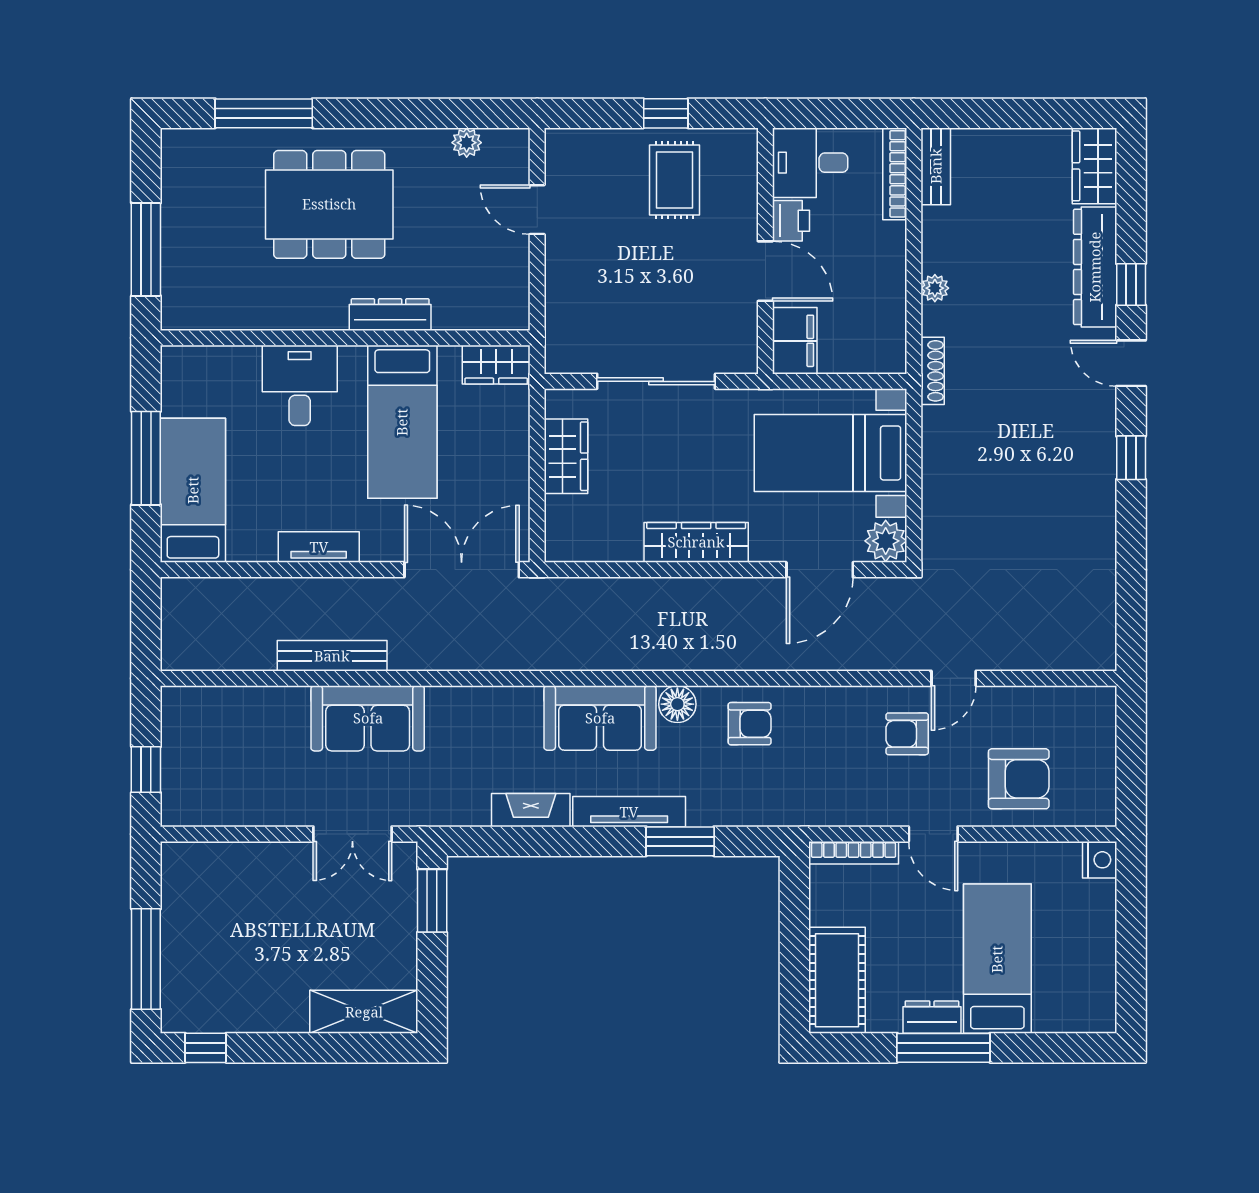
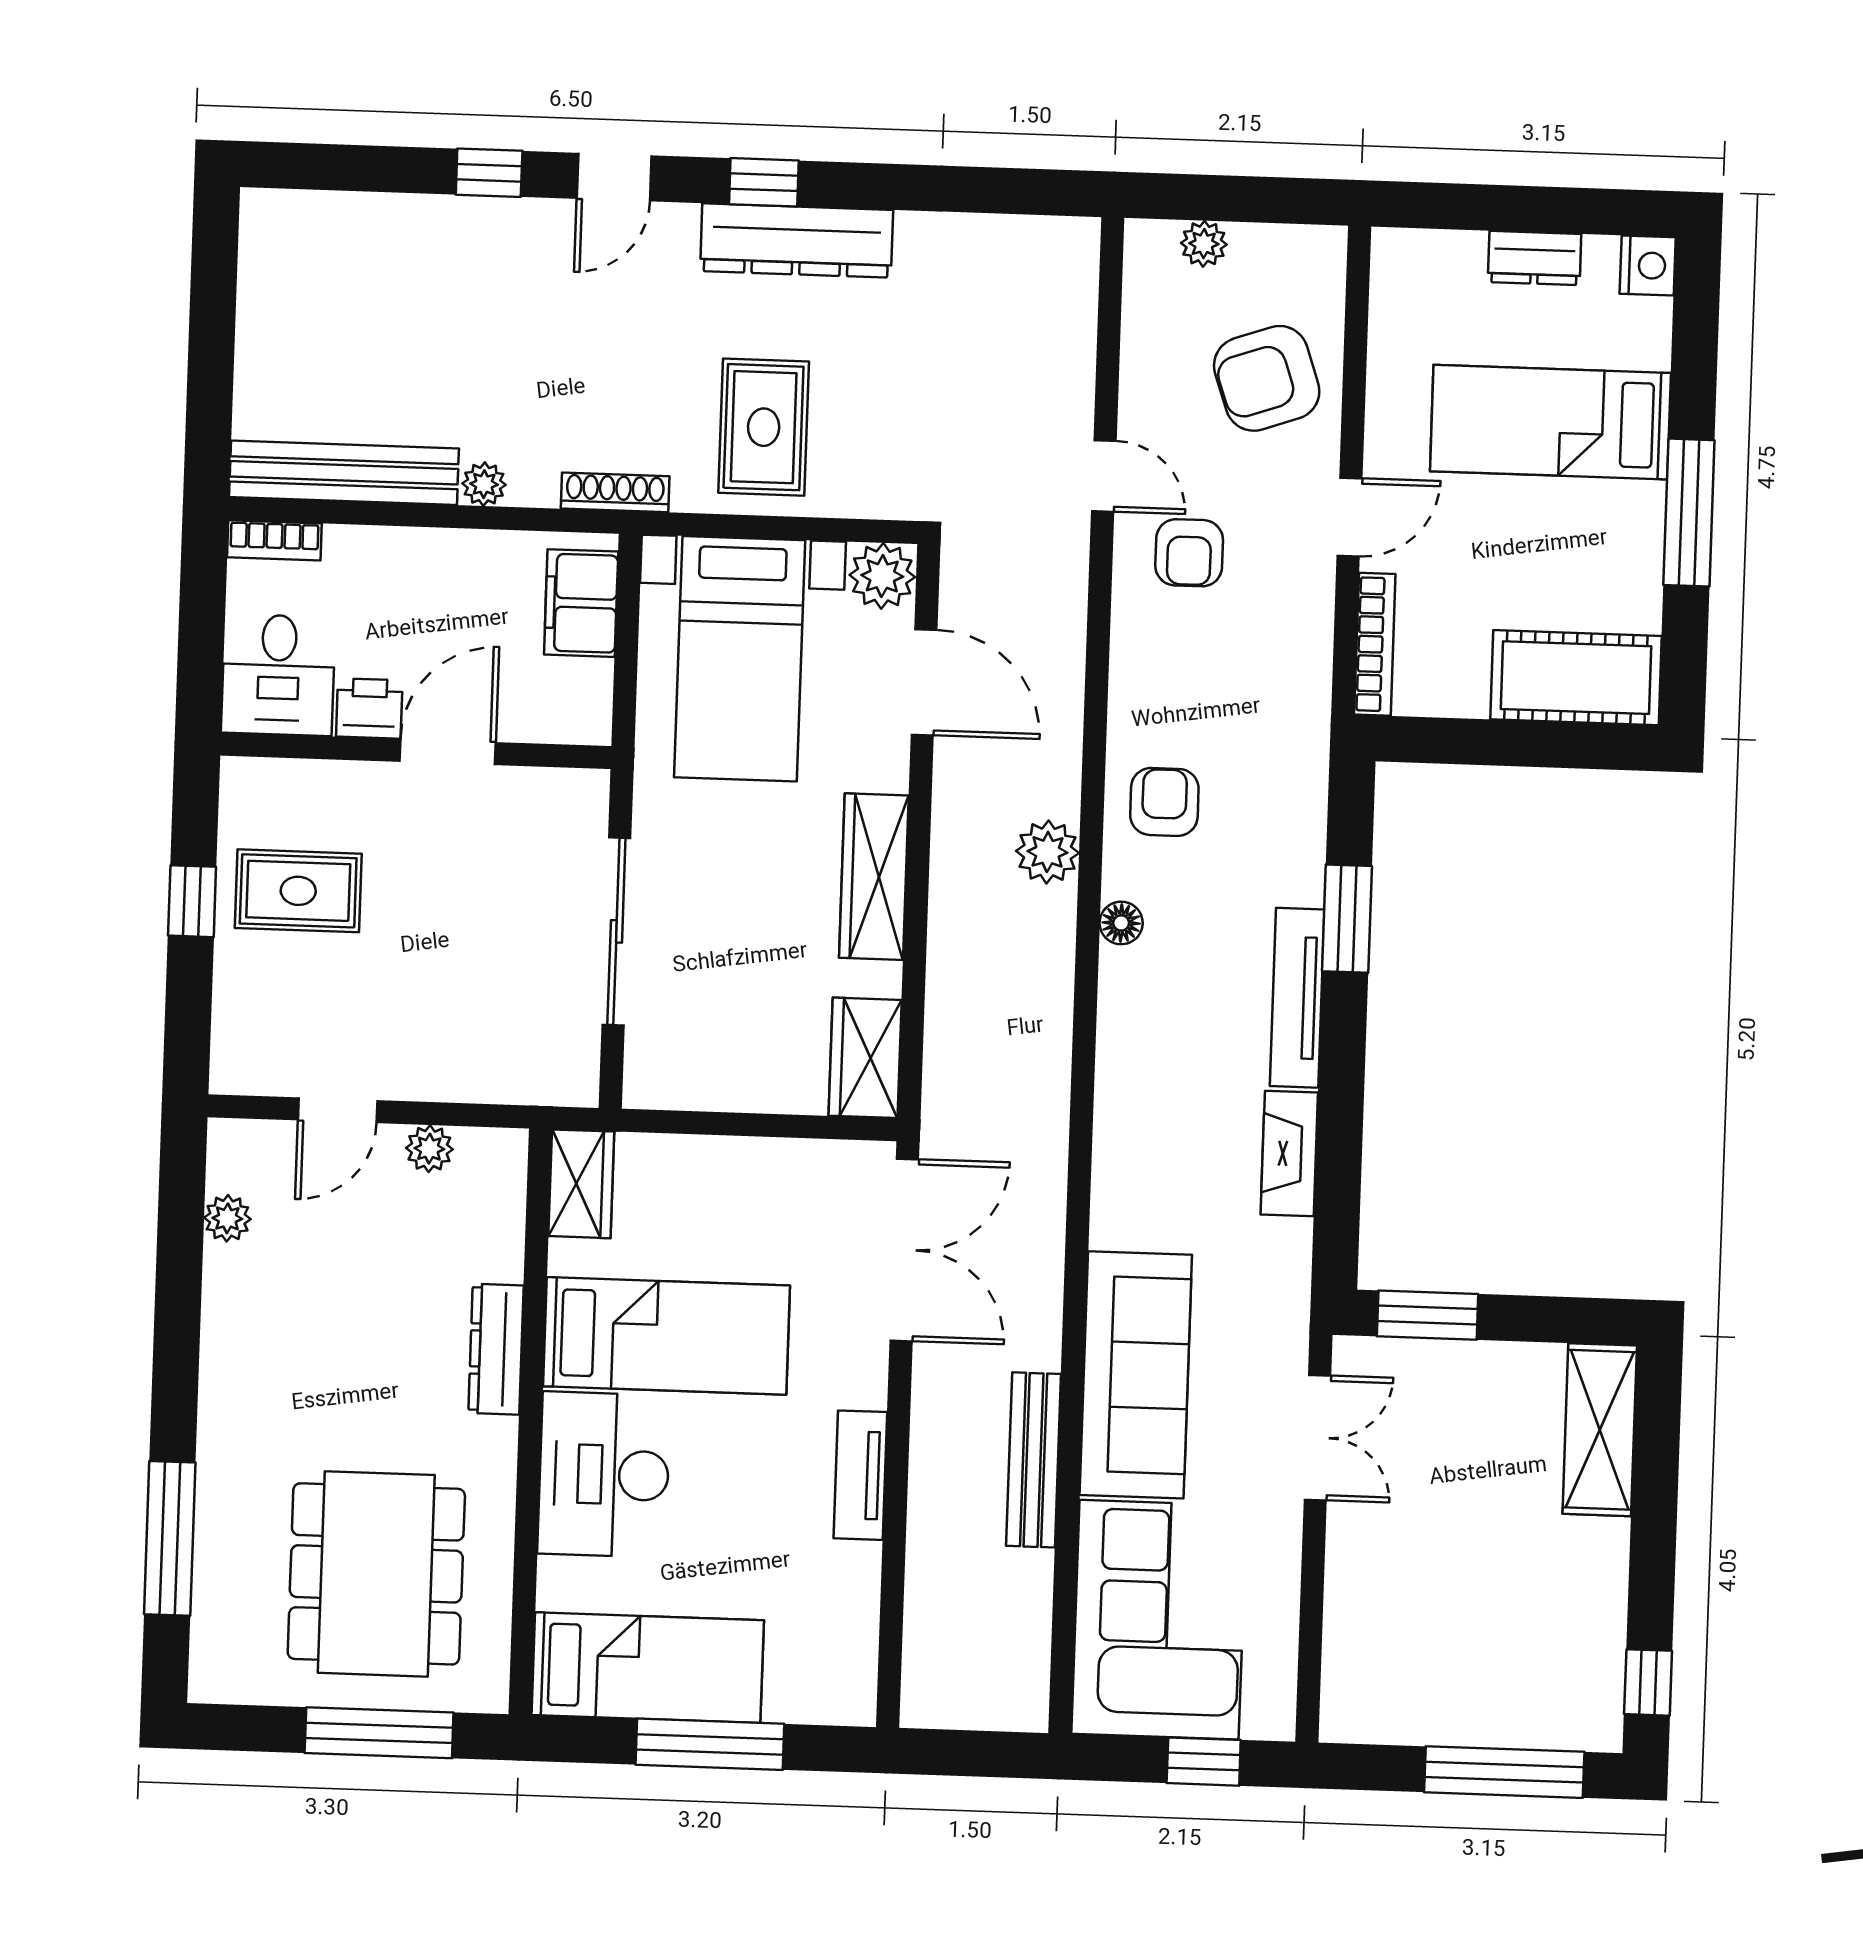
bench: (936, 166) -> (344, 473), width x1.86, depth x1.21
wardrobe: (1095, 166) -> (299, 224), removed
bookcase: (895, 174) -> (274, 540), width x0.64
dining table: (329, 204) -> (376, 1574), moved
dresser: (1095, 267) -> (797, 241), moved
plant: (515, 268) -> (429, 1149), added
filing cabinet: (795, 341) -> (581, 603), moved, turned -90
desk: (300, 385) -> (604, 1475), width x1.37
wardrobe: (566, 456) -> (865, 1058), moved, turned -90
rug: (977, 463) -> (764, 427), added
bed: (193, 490) -> (648, 1668), moved, turned 180
double door: (462, 570) -> (904, 1250), swing flipped
plant: (716, 651) -> (1048, 852), added
floor lamp: (677, 704) -> (1121, 923), width x0.73, depth x0.73
sofa: (368, 718) -> (1136, 1375), width x1.36
sofa: (600, 718) -> (1147, 1039), removed
plant: (1102, 736) -> (1204, 244), added
corner sofa: (234, 738) -> (1159, 1620), added
armchair: (1019, 779) -> (1267, 378), turned -109
nightstand: (1100, 860) -> (1648, 265), moved, turned 90
dresser: (932, 1017) -> (1535, 258), moved, turned -90

